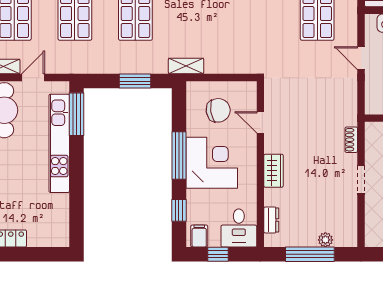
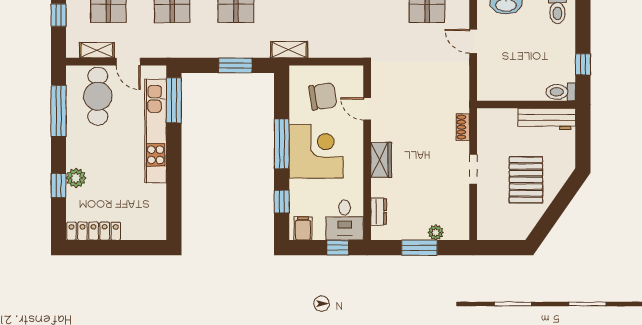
door: (33, 78) -> (128, 62), swing flipped
window: (218, 254) -> (338, 248), moved
window: (310, 254) -> (419, 248), width x0.69

